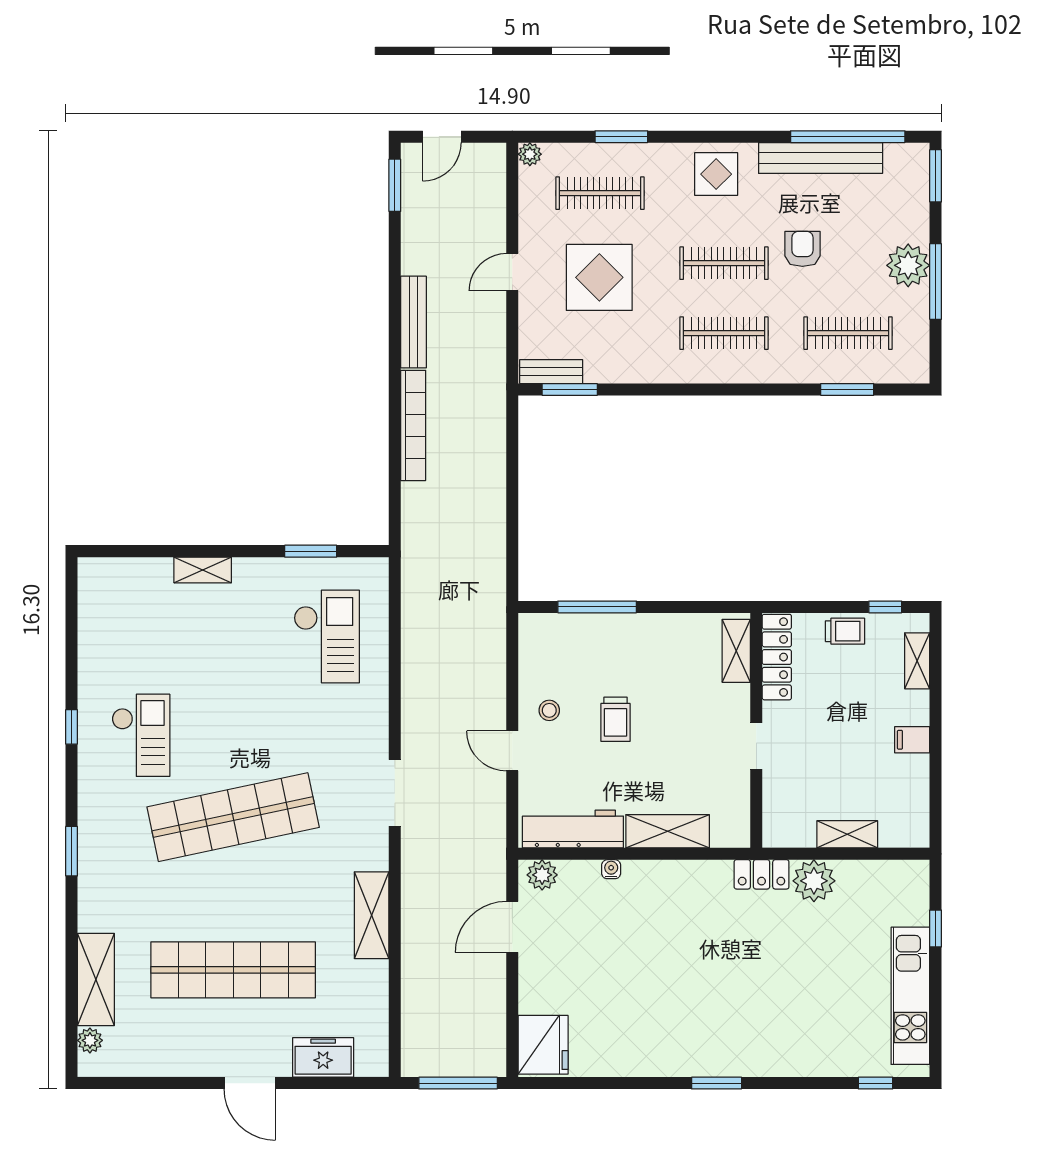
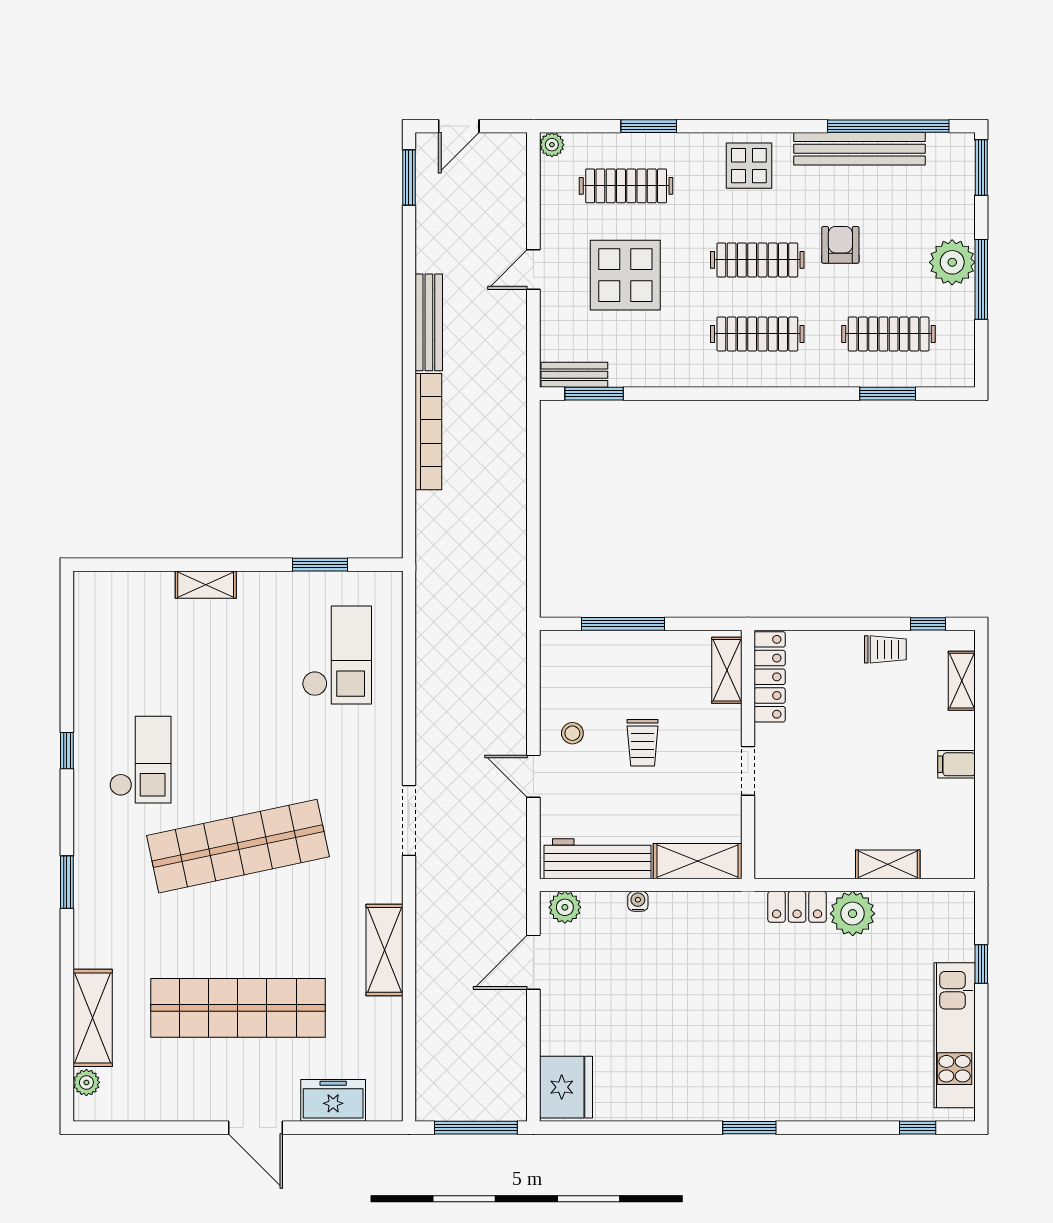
shelving: (736, 651) -> (727, 670), moved
locker: (777, 657) -> (770, 677), moved
wall: (756, 730) -> (748, 754), moved
doorway: (756, 746) -> (748, 771), moved

